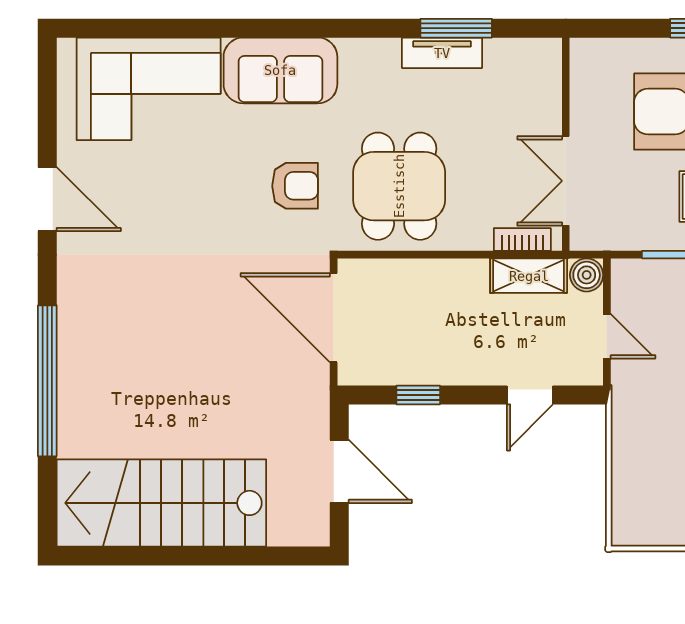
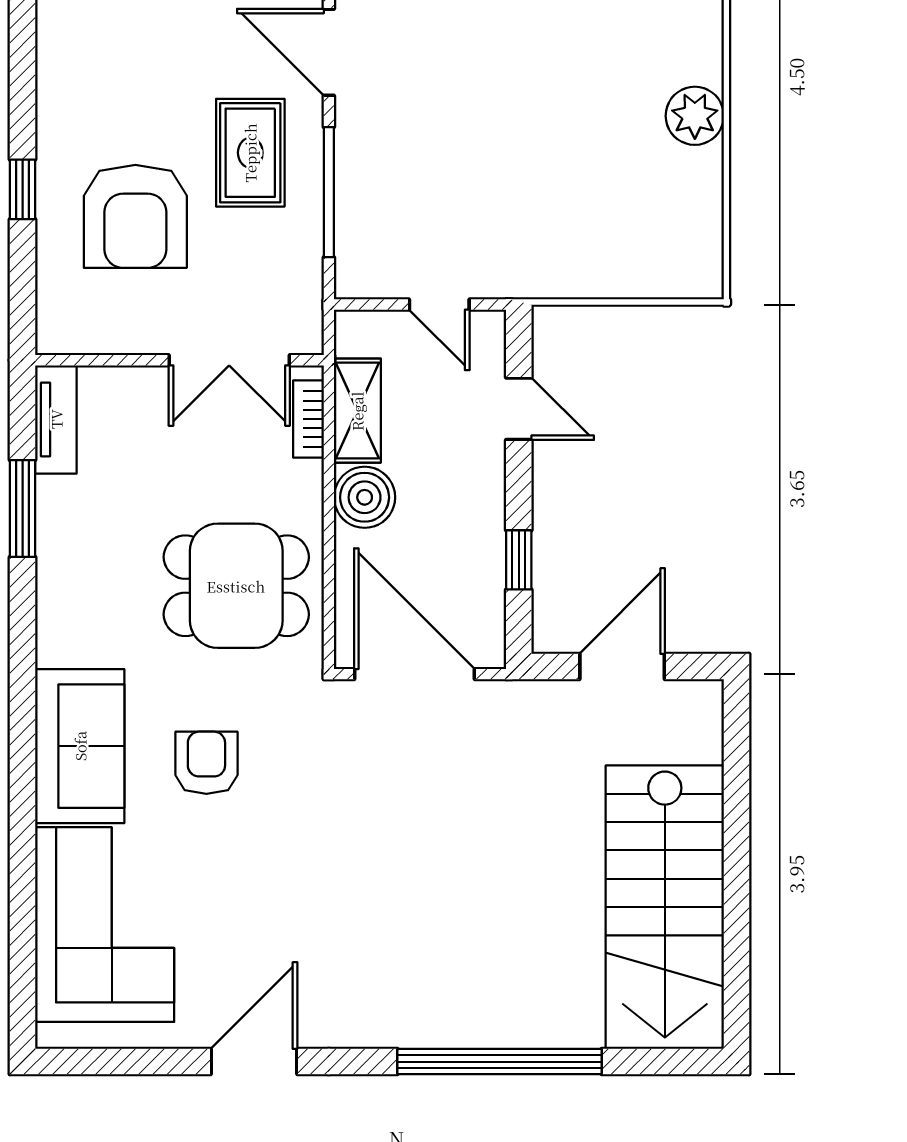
tv unit: (442, 53) -> (56, 419), moved
armchair: (295, 186) -> (206, 763), moved
boiler: (587, 275) -> (365, 497), moved, width x1.36, depth x1.36
door: (334, 318) -> (414, 674), swing flipped
door: (607, 336) -> (439, 305), swing flipped

